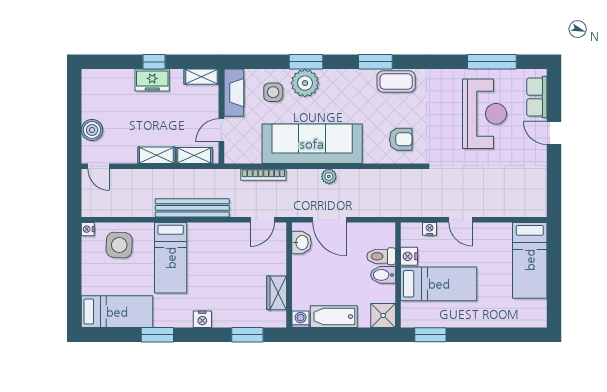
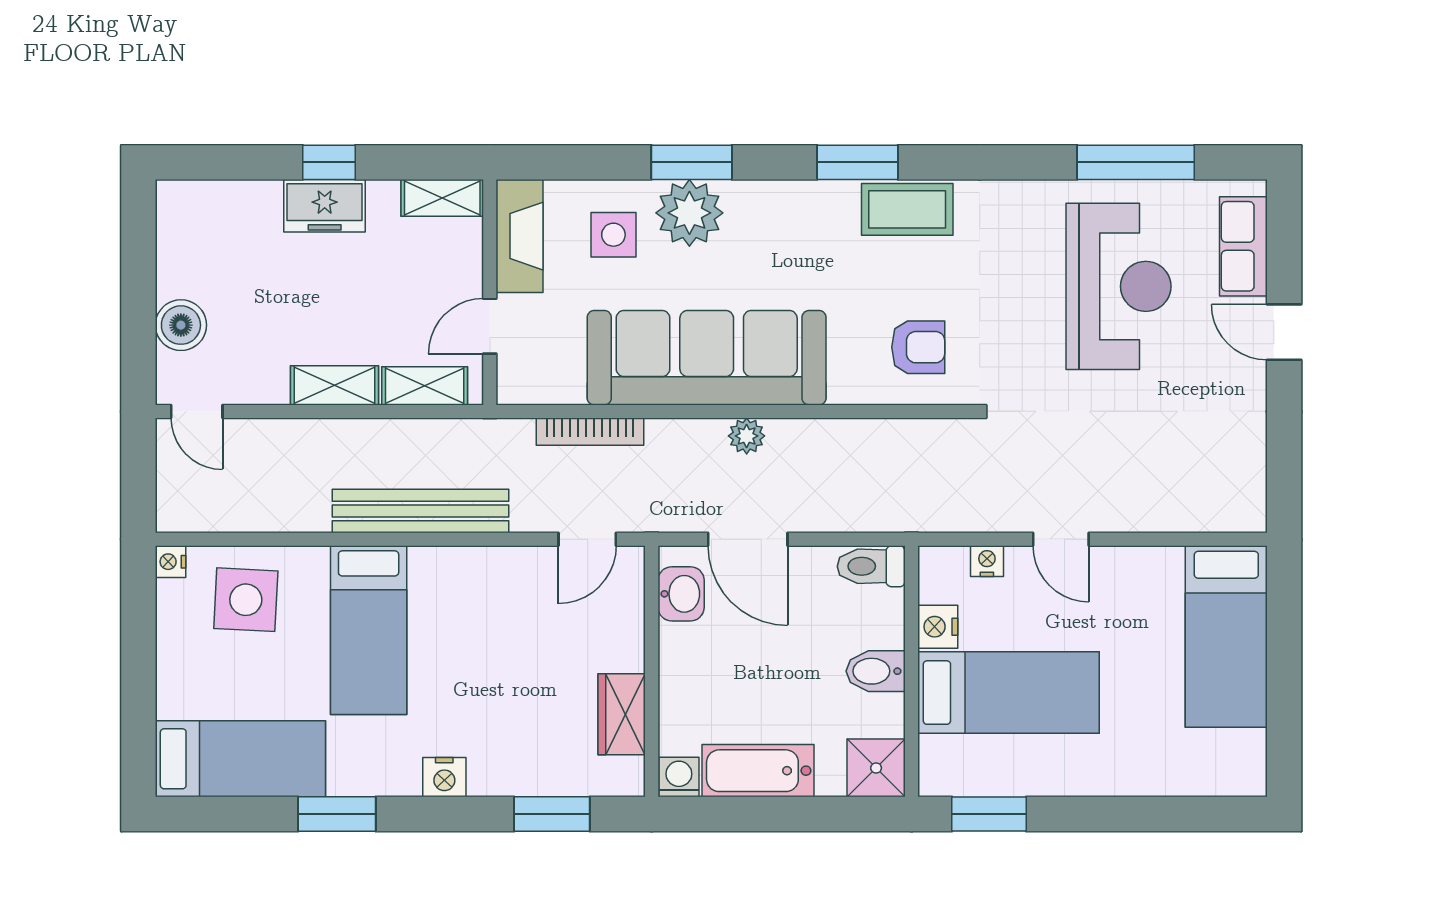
toilet: (381, 256) -> (871, 566), moved

